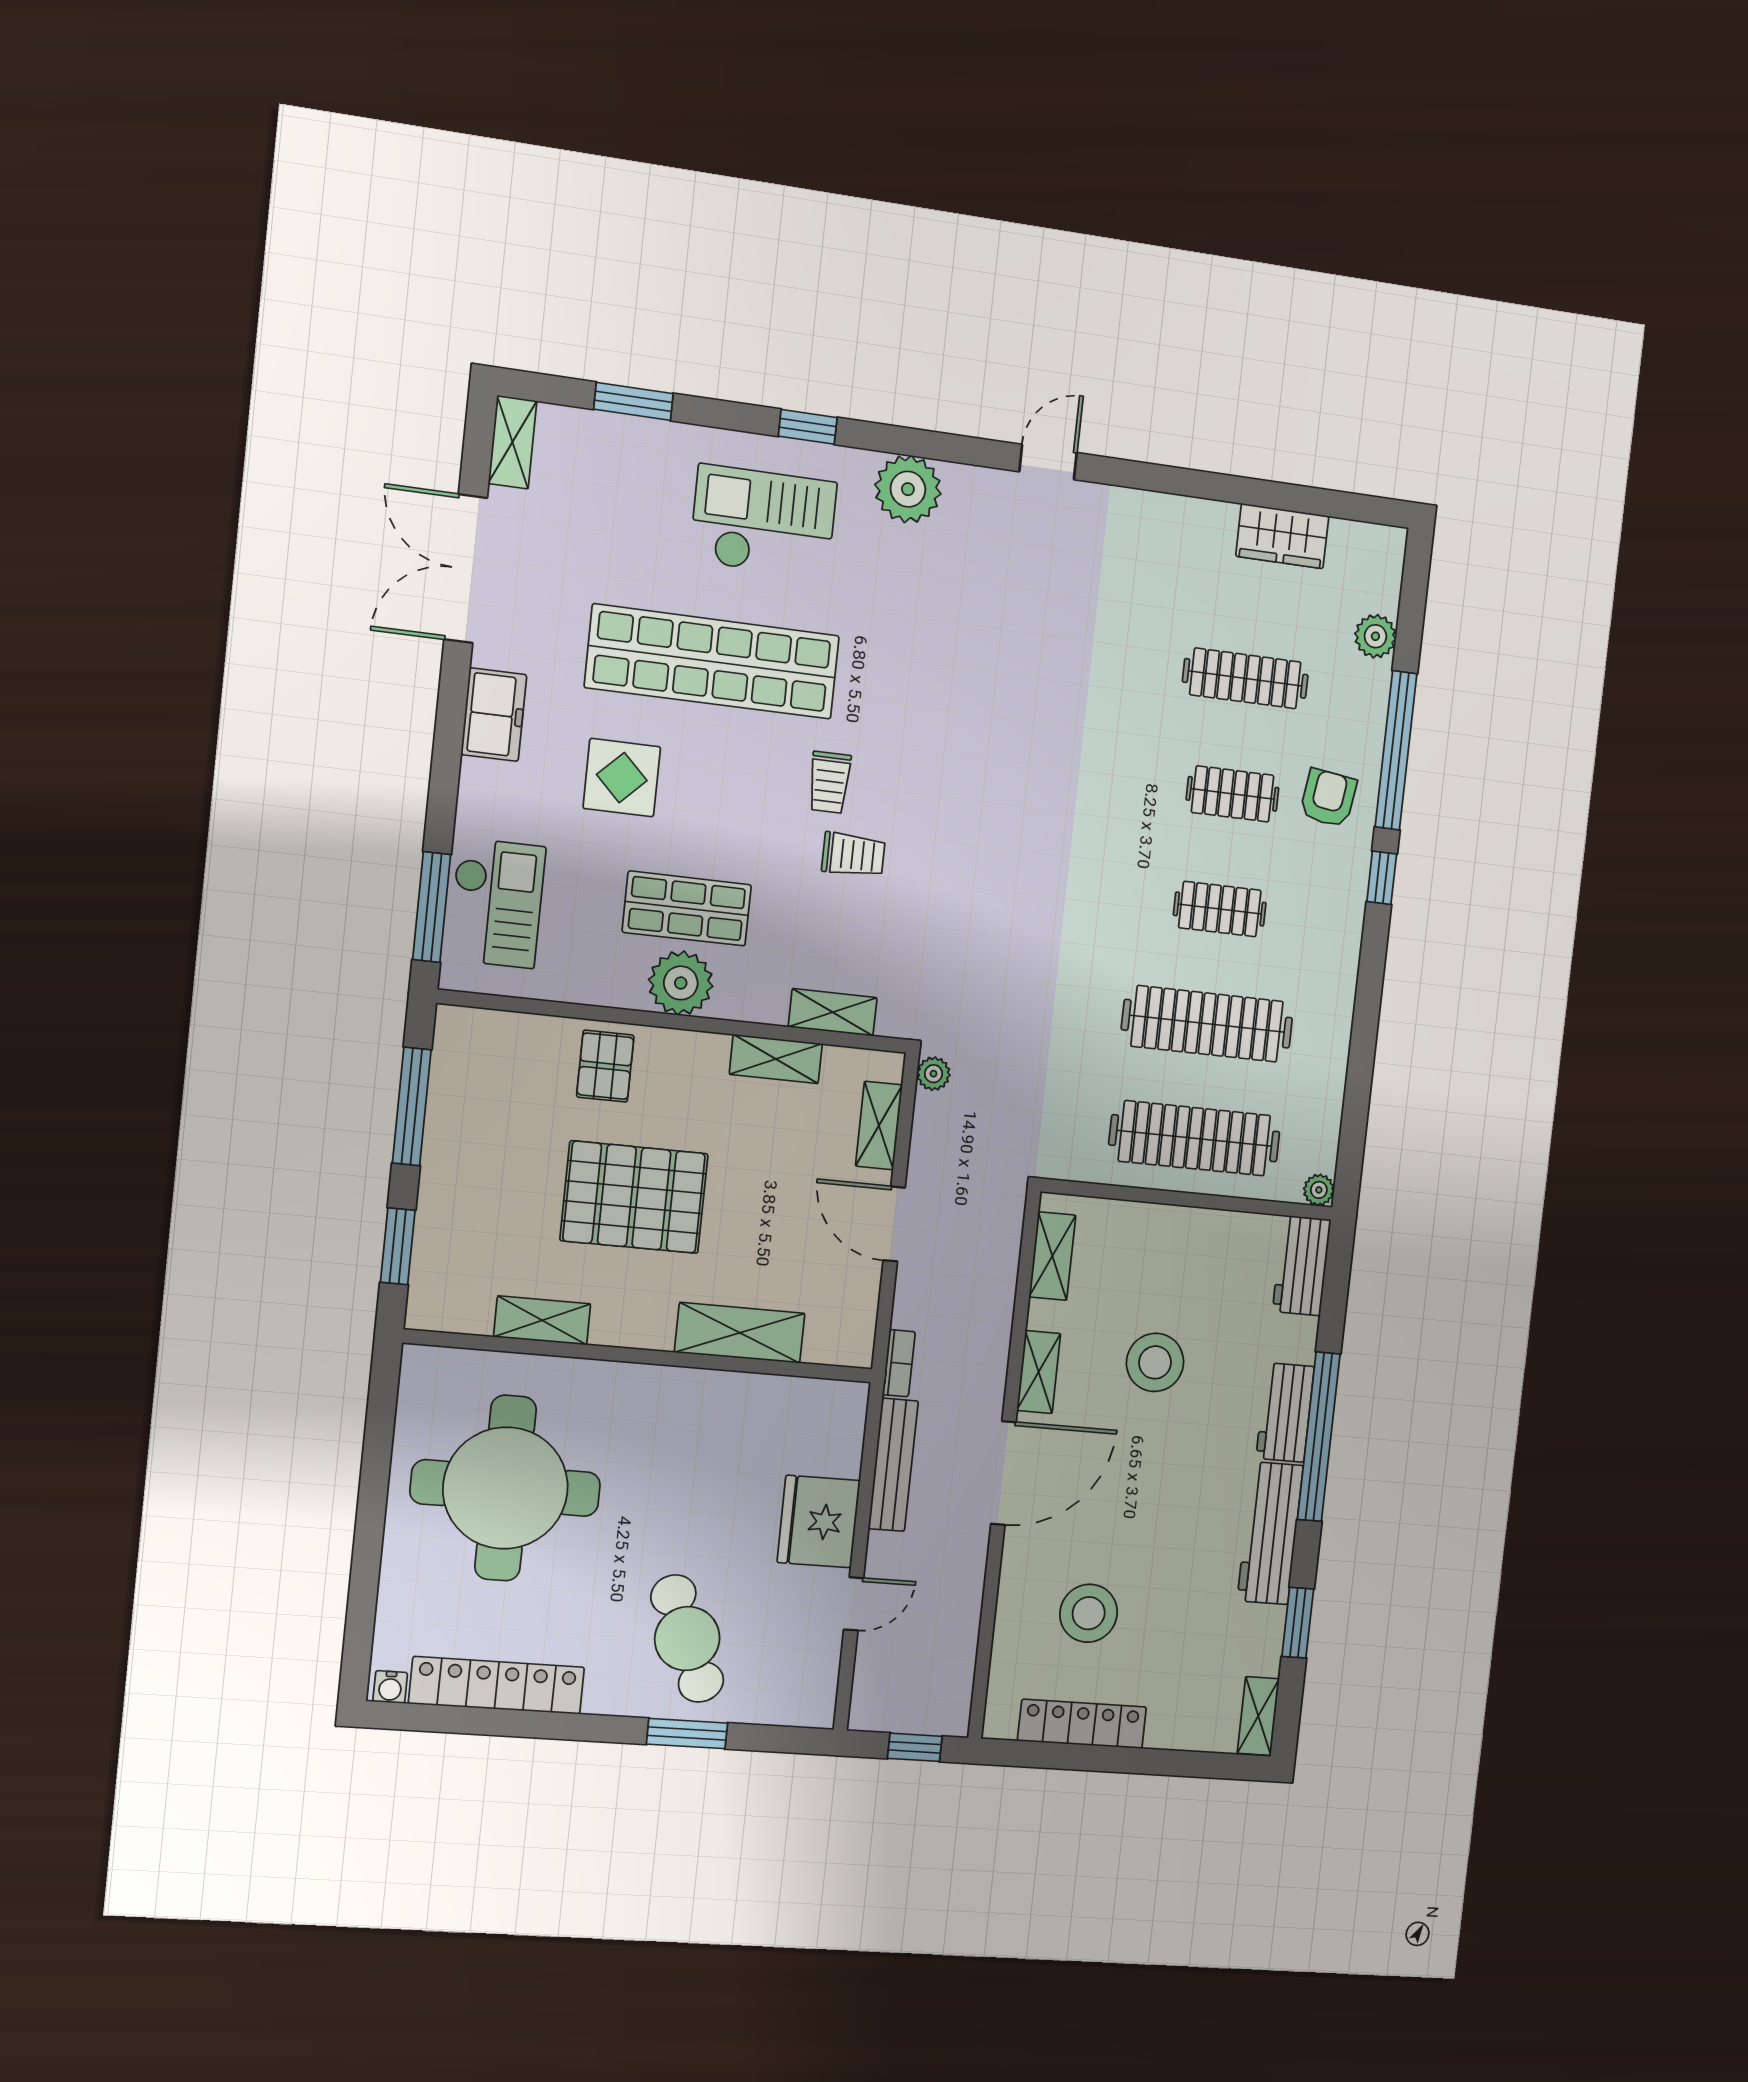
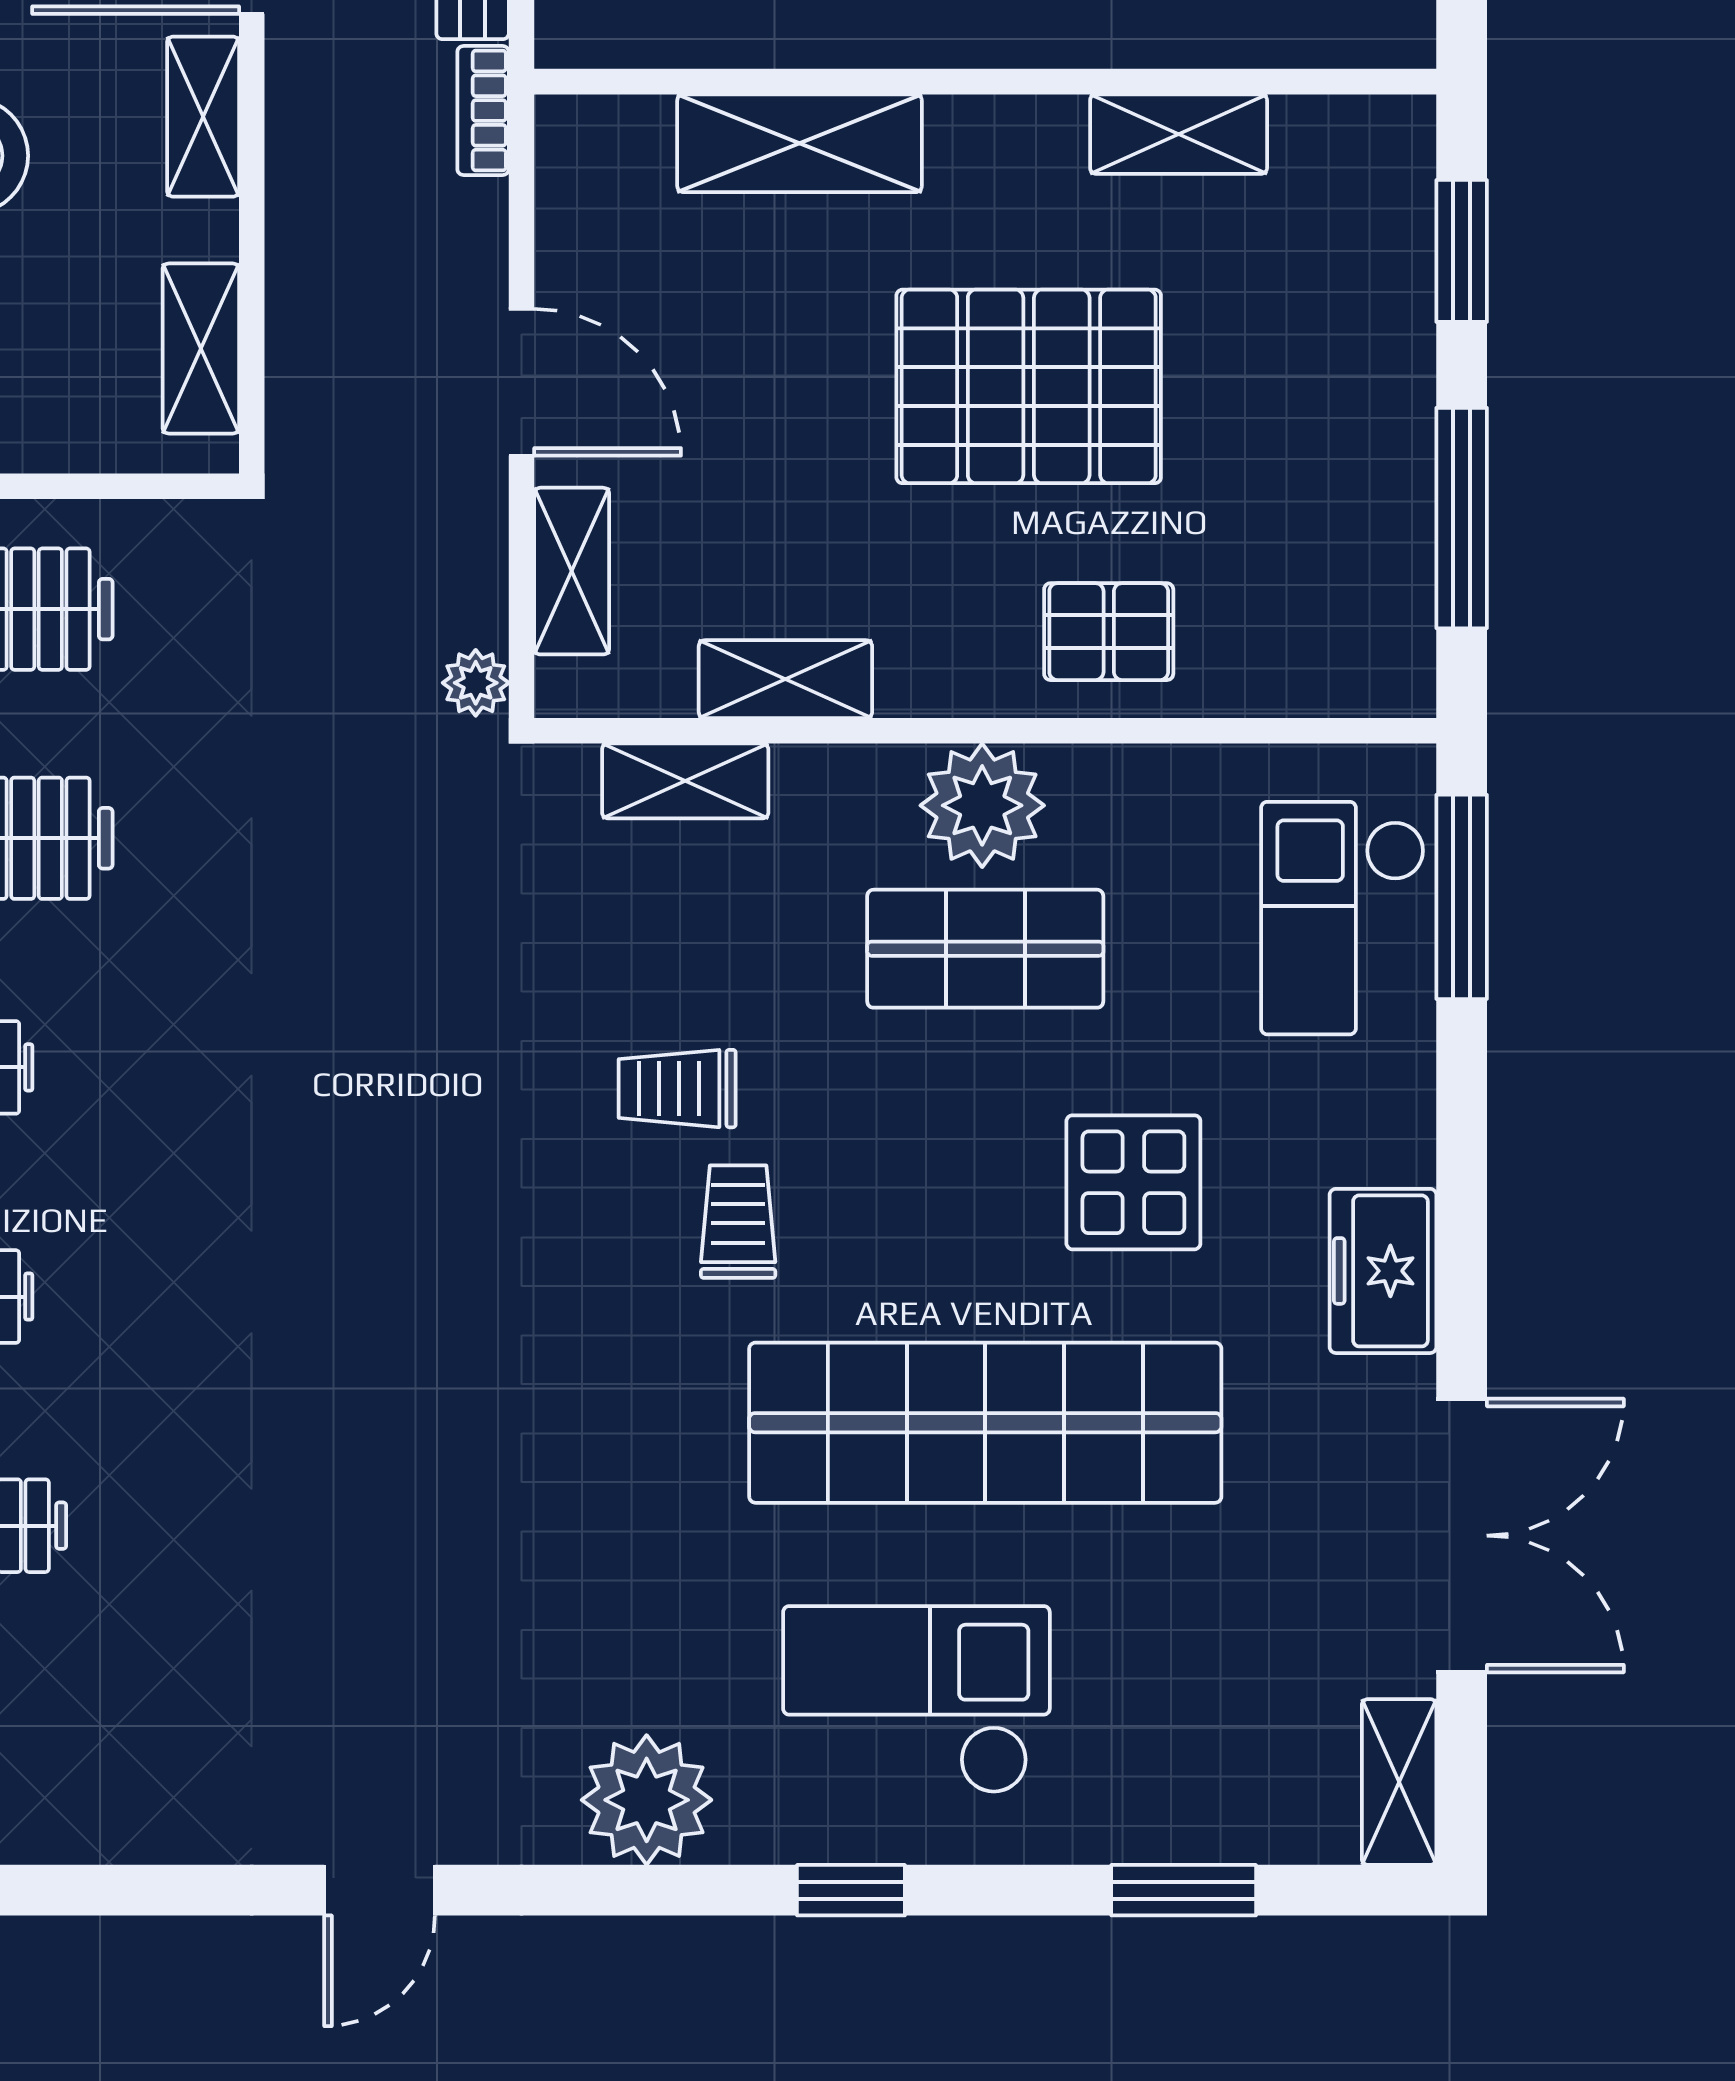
checkout: (763, 522) -> (916, 1700), turned 180
pallet: (605, 1066) -> (1109, 632), turned 90

